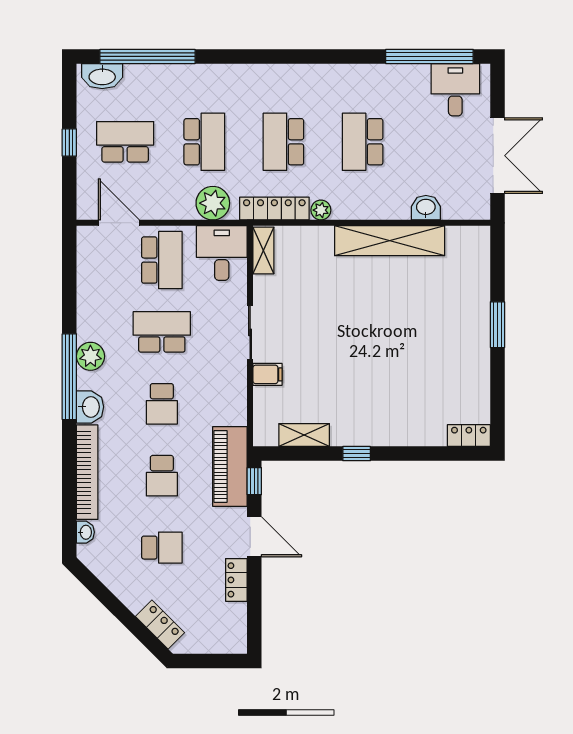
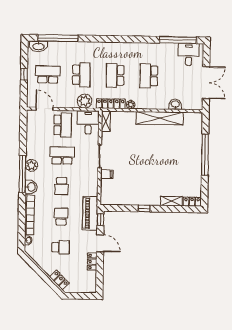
window: (497, 325) -> (205, 155), width x2.11
shelving: (304, 435) -> (171, 201), moved
school desk: (162, 476) -> (61, 217), turned 180

